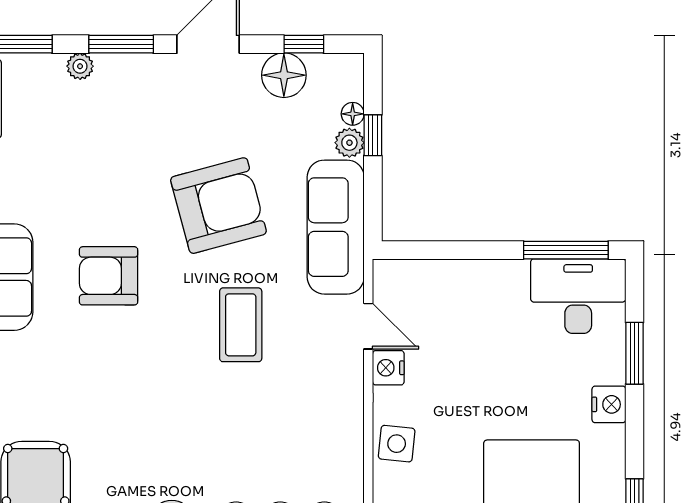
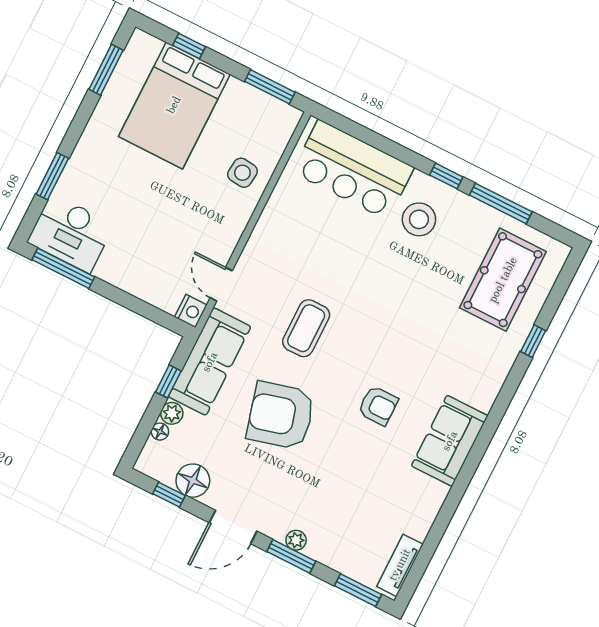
plant: (80, 66) -> (296, 540), moved
window: (373, 135) -> (168, 381), moved
armchair: (109, 276) -> (378, 406), width x0.72, depth x0.72
nightstand: (388, 368) -> (191, 311), moved
nightstand: (609, 404) -> (87, 151), removed
side table: (397, 444) -> (242, 173), moved

